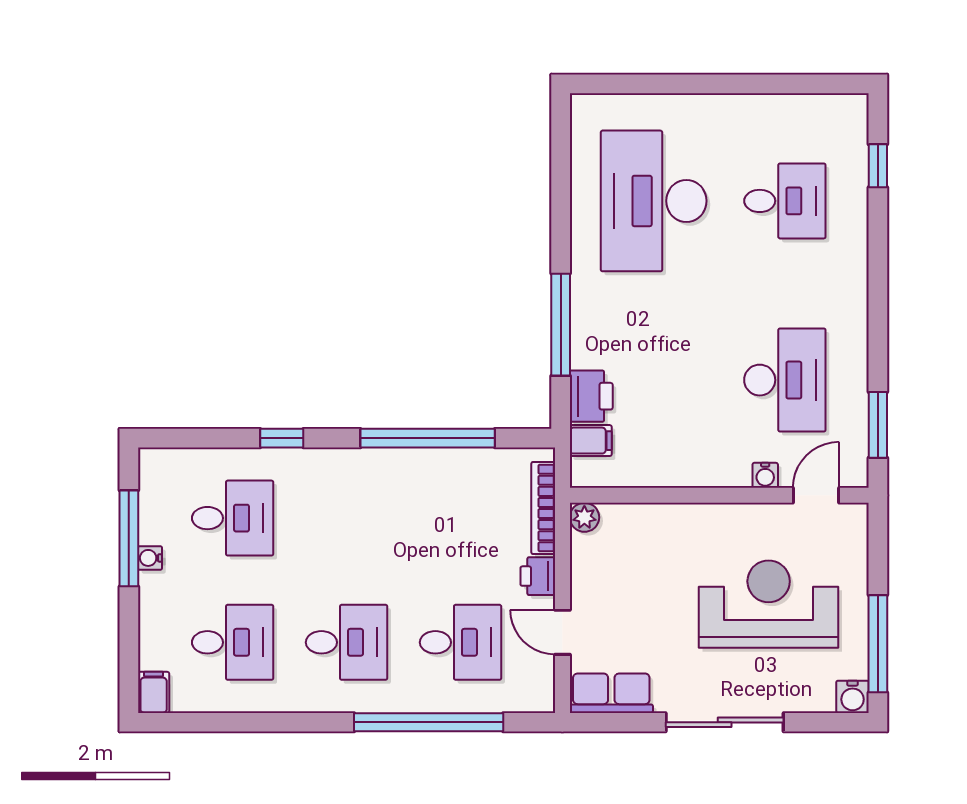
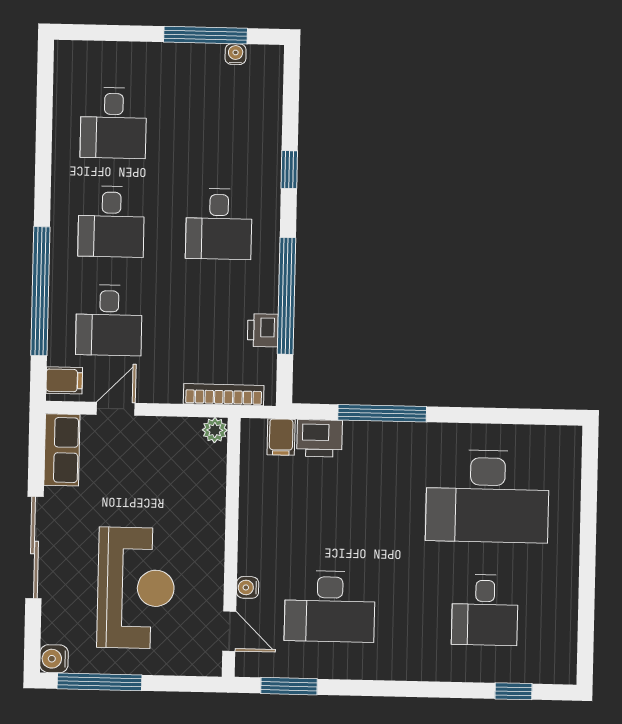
desk: (654, 201) -> (487, 496), turned 180
desk: (233, 518) -> (219, 224), moved
water cooler: (150, 558) -> (236, 54), moved
printer: (538, 576) -> (263, 330), moved, turned -90
filing cabinet: (154, 692) -> (64, 380), moved

